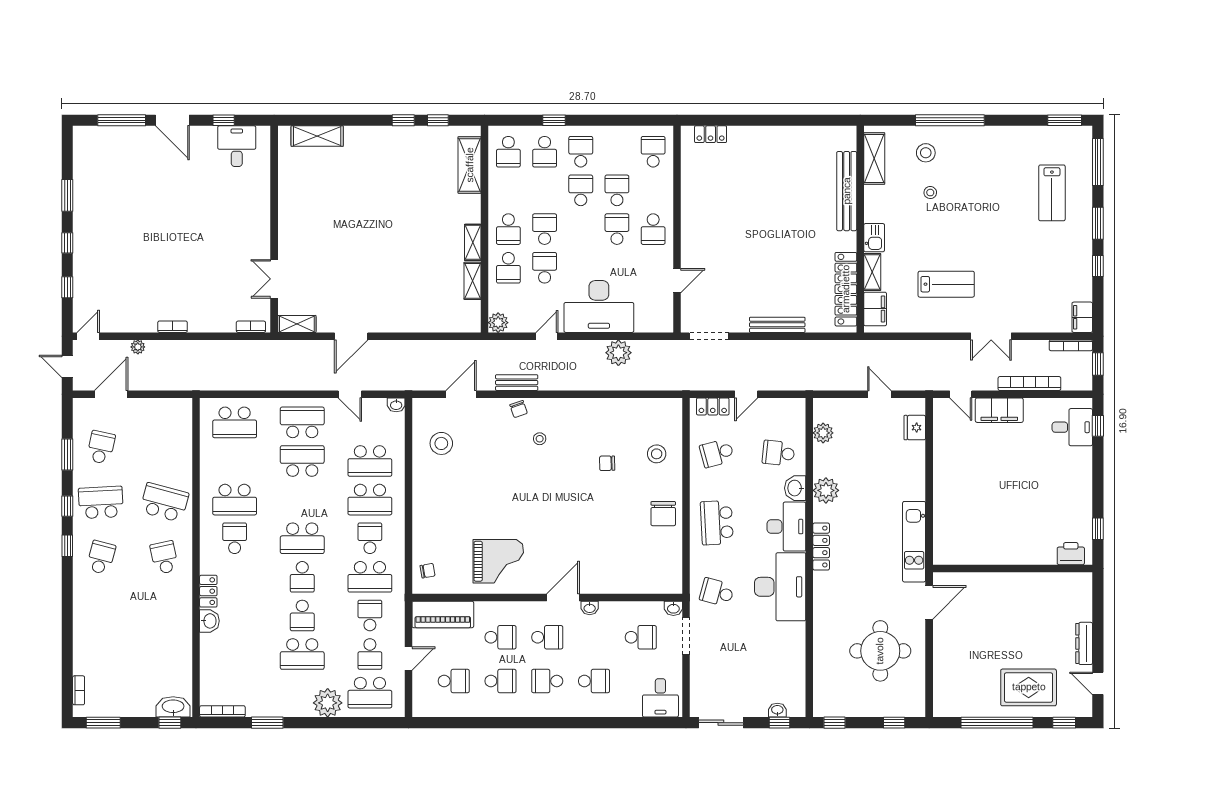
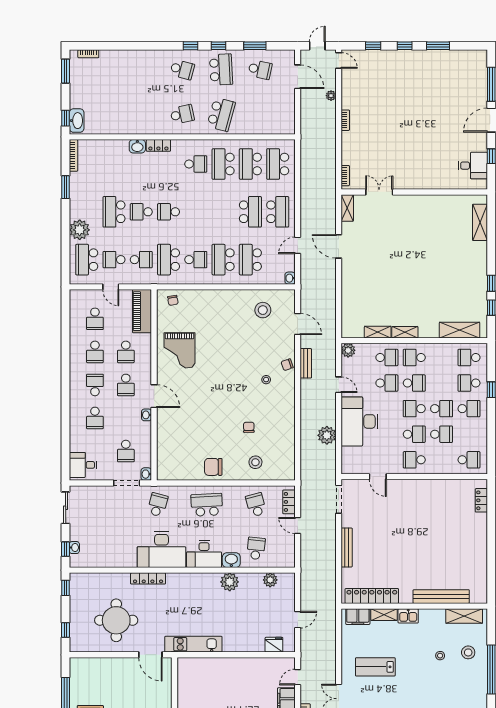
school desk: (581, 229) -> (414, 409), added
school desk: (508, 268) -> (387, 357), turned 180
lab bench: (946, 284) -> (375, 667), turned 90
school desk: (302, 538) -> (250, 164), moved
locker: (821, 547) -> (148, 578), moved

